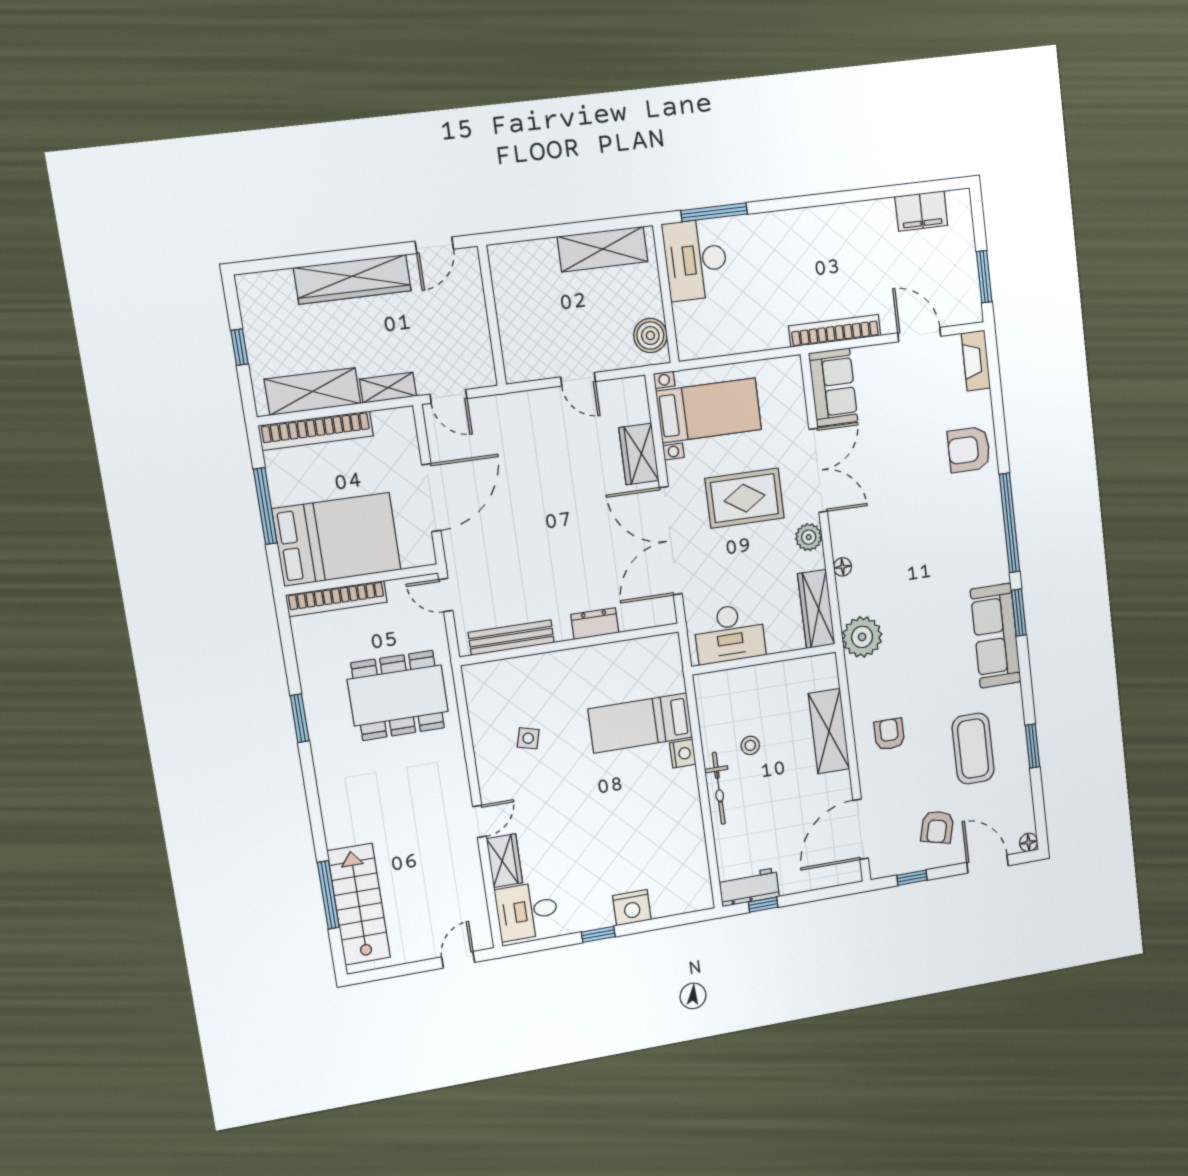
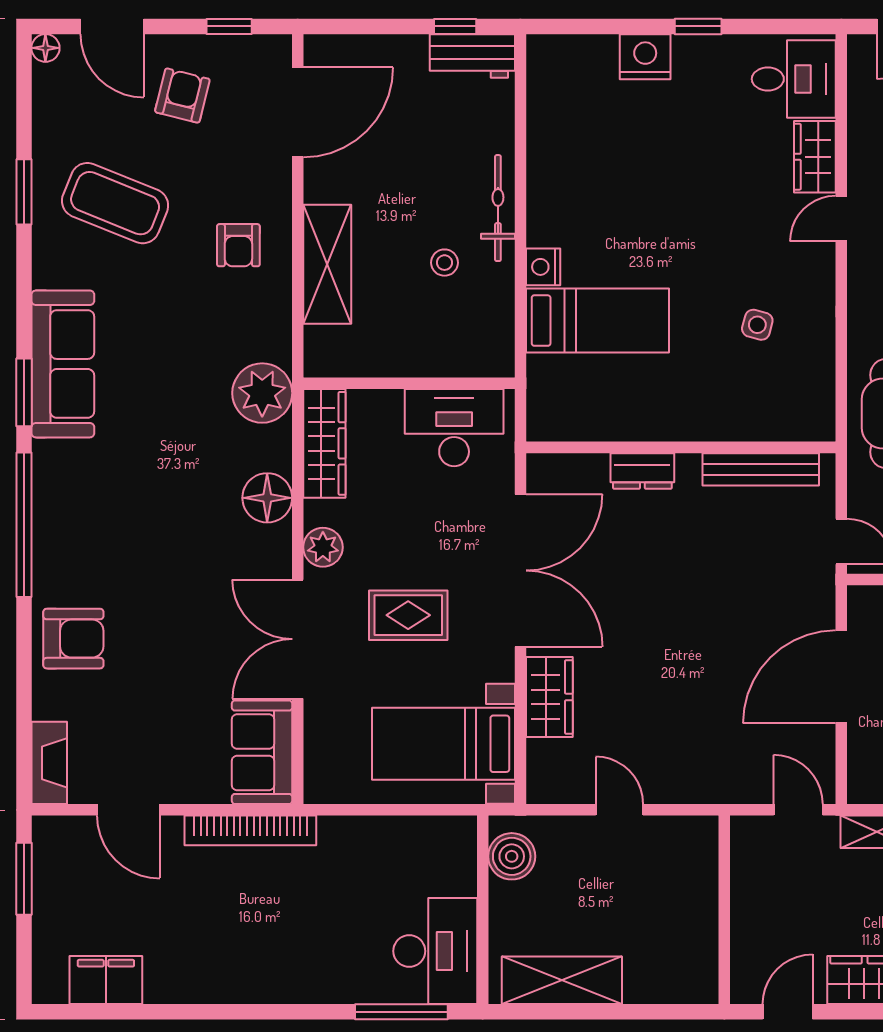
rug: (745, 498) -> (408, 615), width x0.73, depth x0.70
floor lamp: (843, 567) -> (267, 498), width x1.89, depth x1.89
coffee table: (973, 749) -> (115, 203), turned -68

